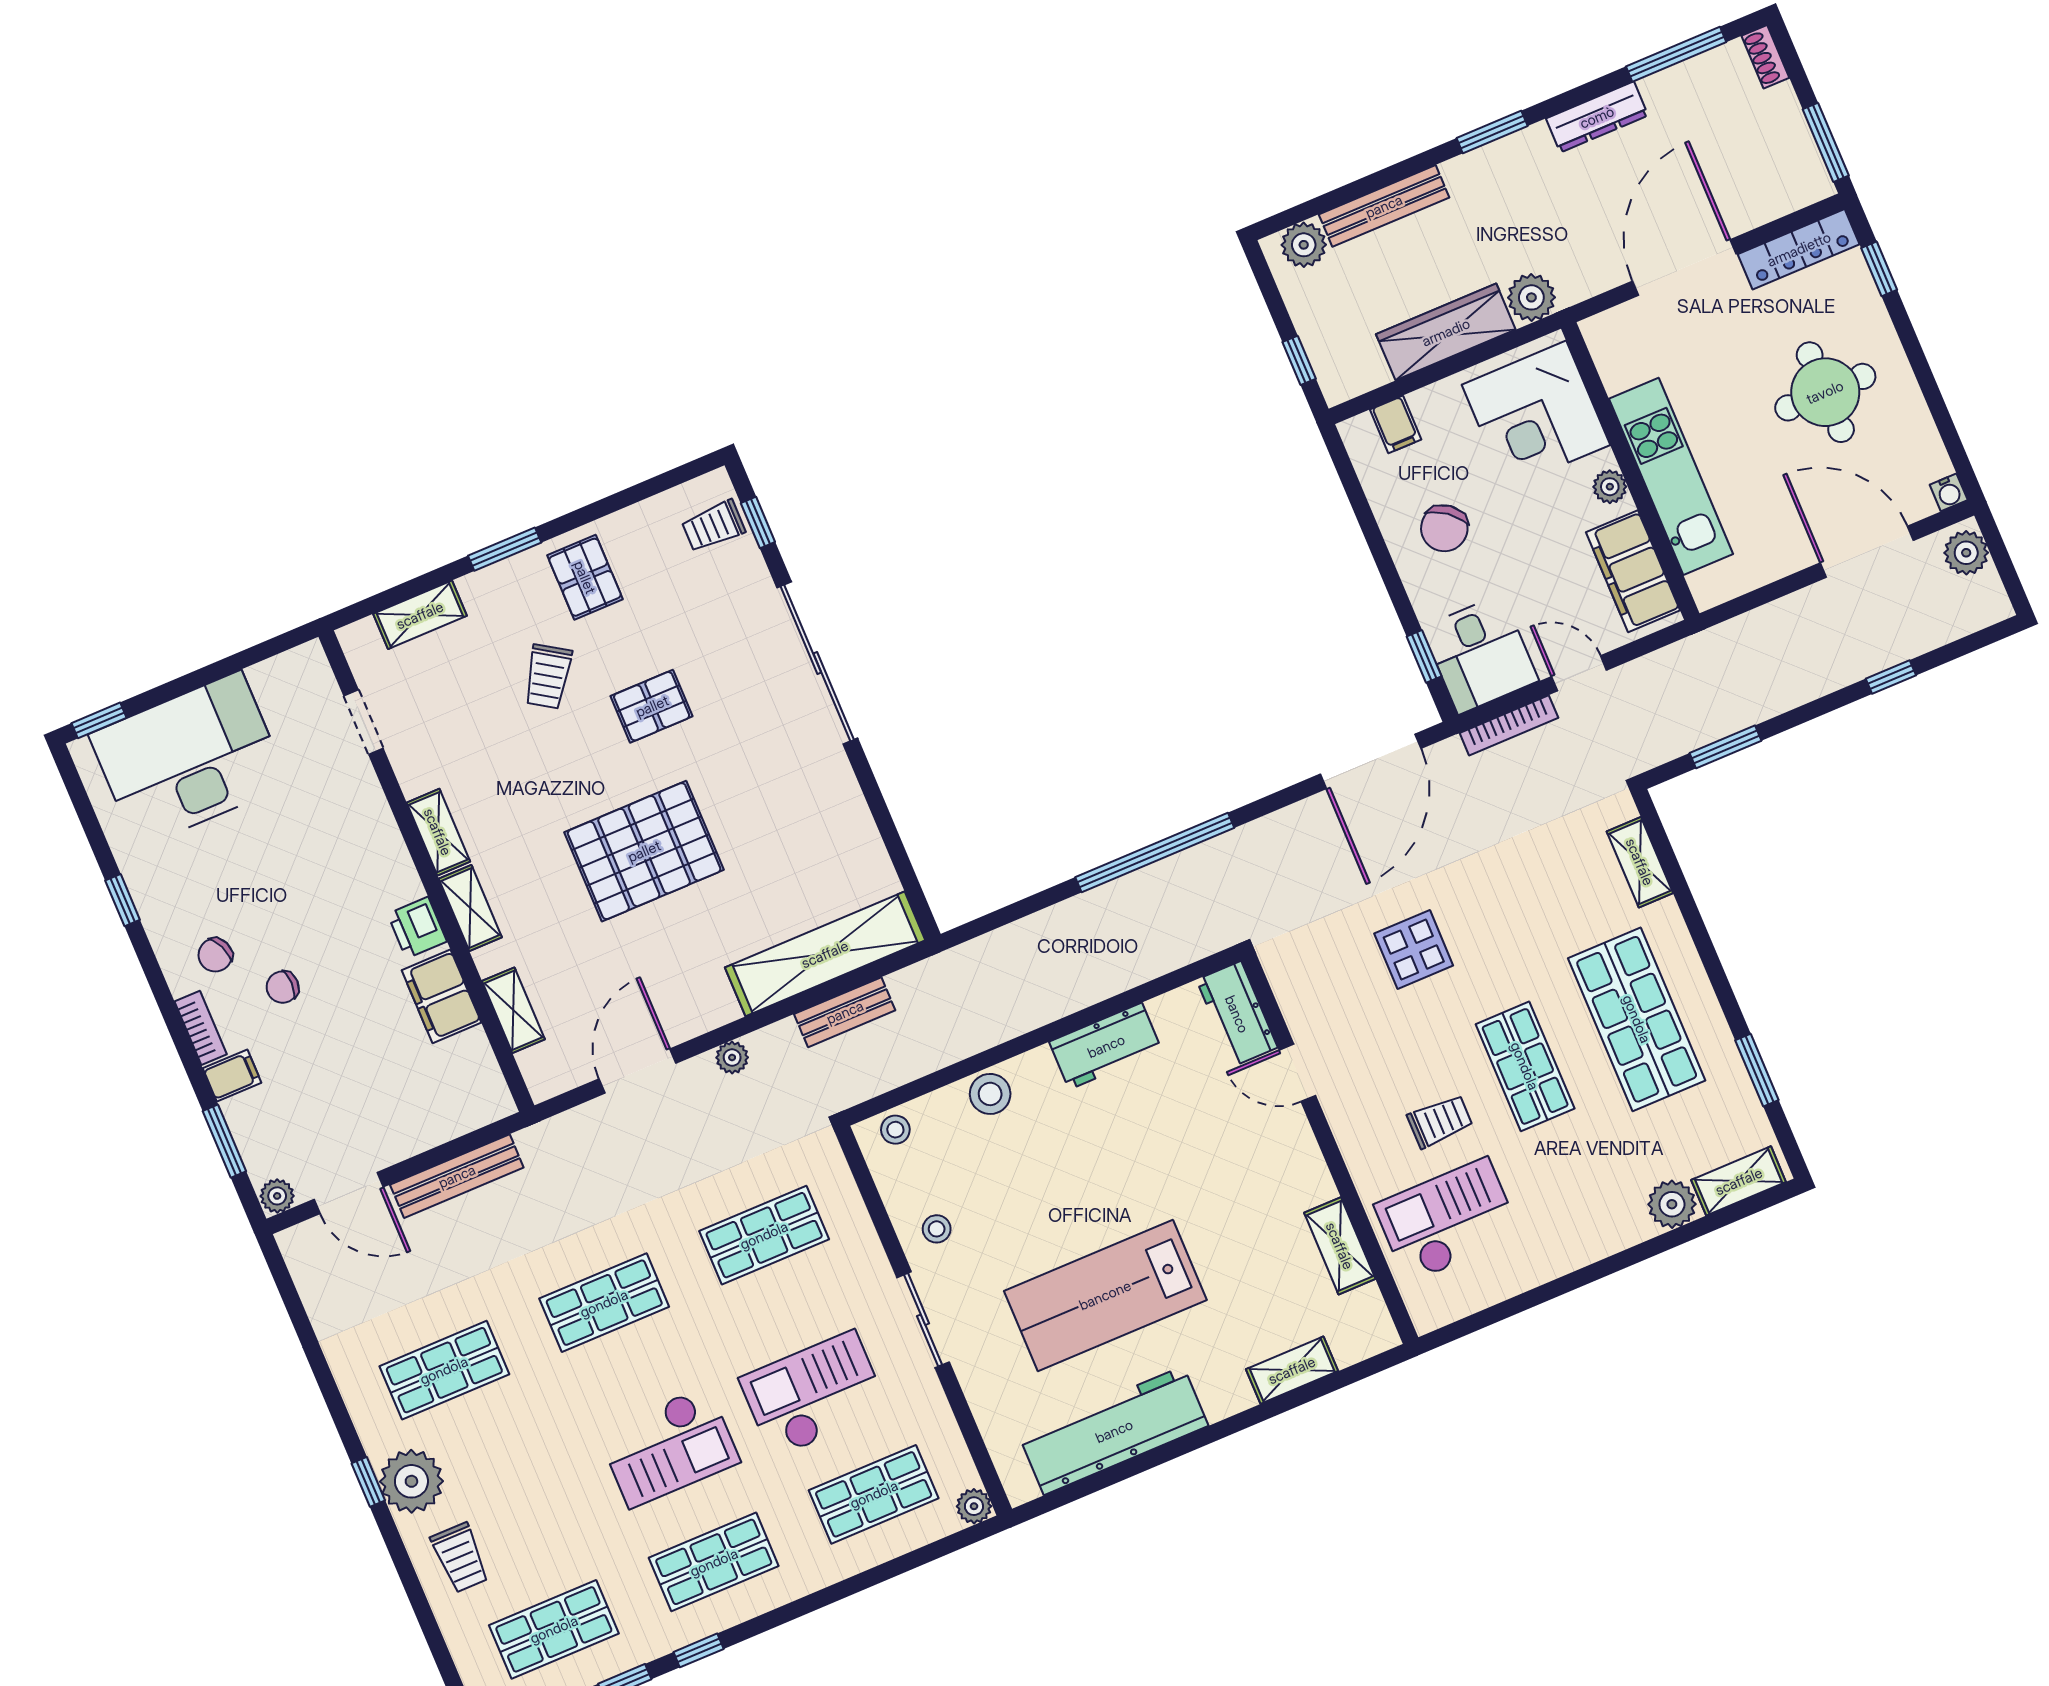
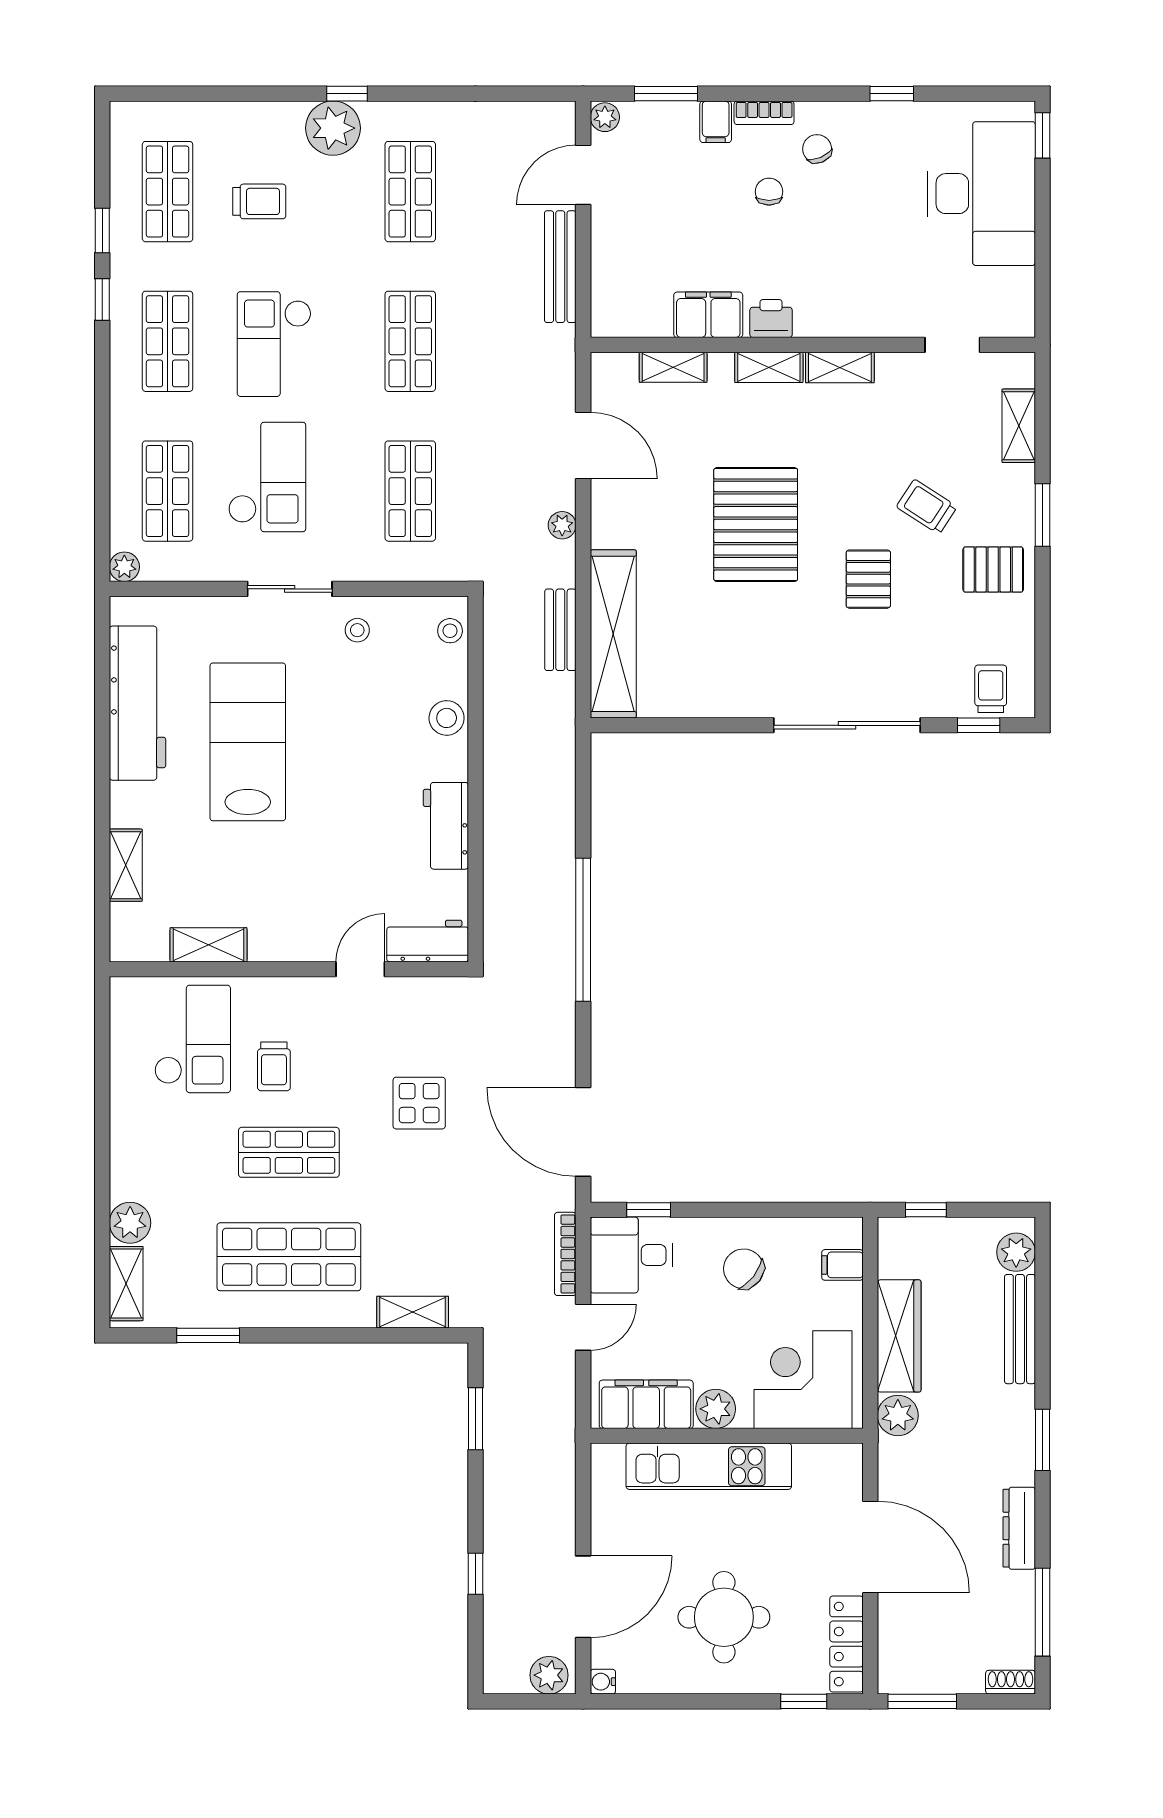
plant: (1610, 487) -> (716, 1409), width x1.38, depth x1.38
trolley: (460, 1558) -> (259, 201), moved, turned 180

